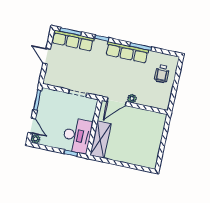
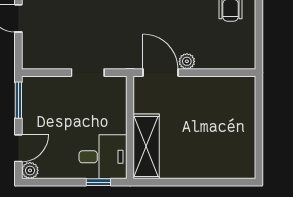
door: (117, 102) -> (161, 73), swing flipped
door: (32, 126) -> (18, 148), hinge flipped
desk: (77, 136) -> (103, 157), width x0.73

